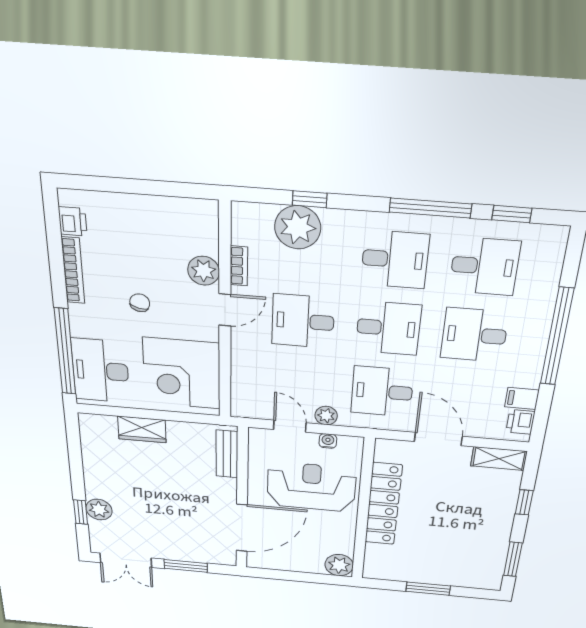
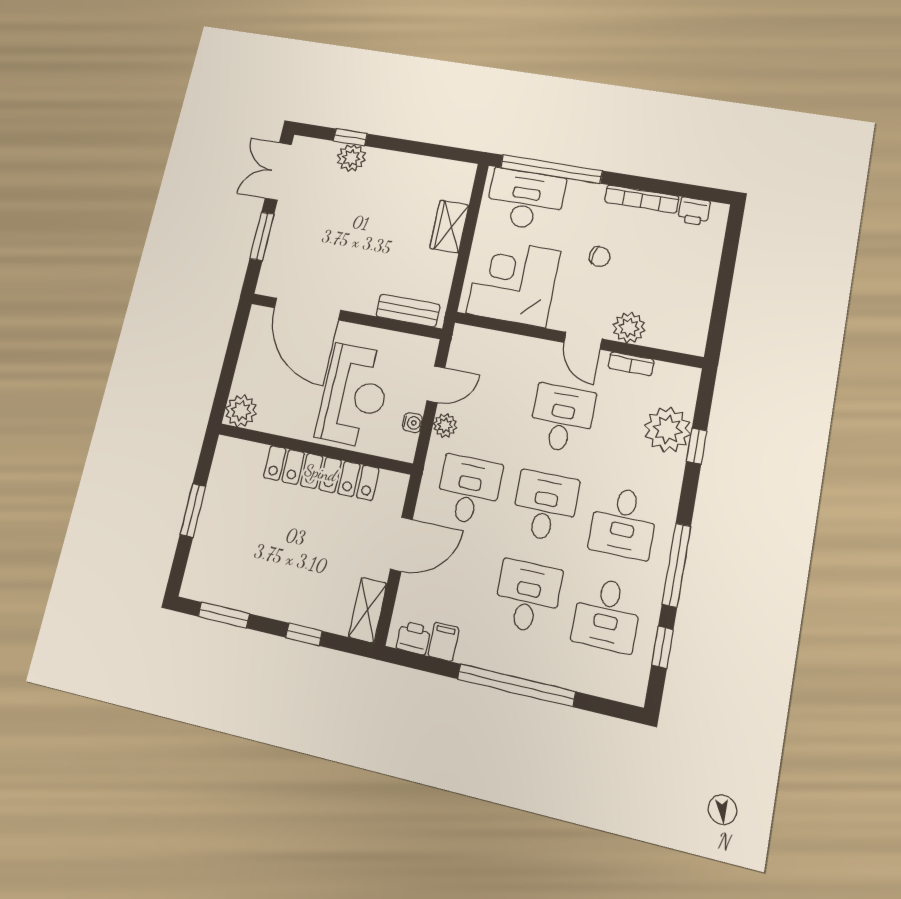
desk: (388, 328) -> (545, 506), turned 180

